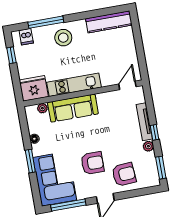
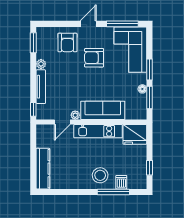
kitchen counter: (109, 22) -> (43, 169), moved, turned 90
dishwasher: (26, 37) -> (121, 182), moved
door: (127, 85) -> (62, 122), moved
plant: (42, 108) -> (75, 115), moved
window: (25, 131) -> (150, 97), added
window: (155, 132) -> (33, 109), moved
armchair: (124, 174) -> (67, 42), turned -86

